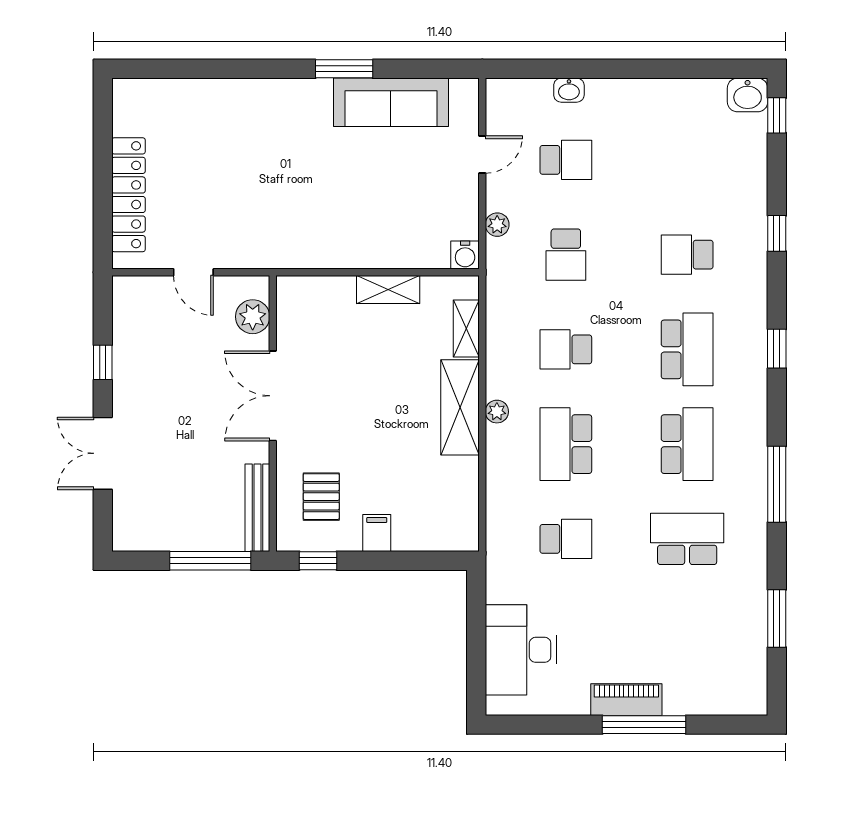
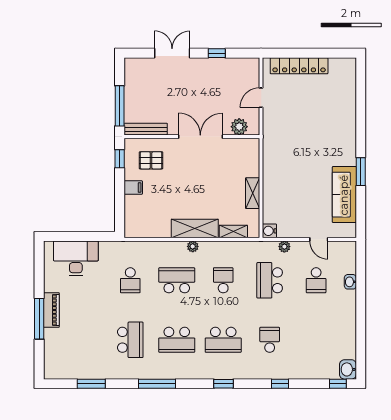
school desk: (566, 255) -> (270, 280), width x1.85

